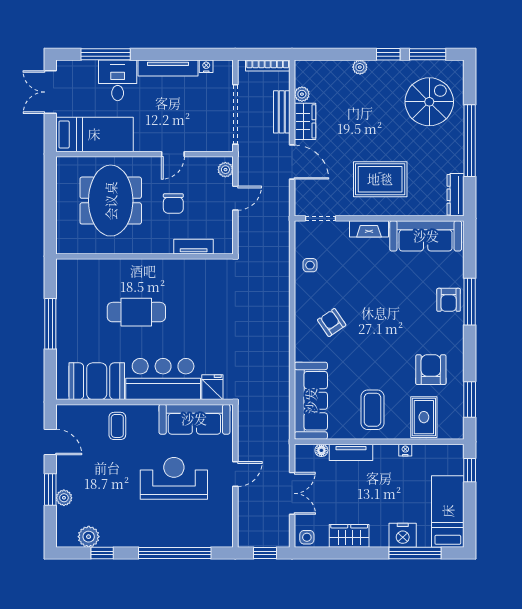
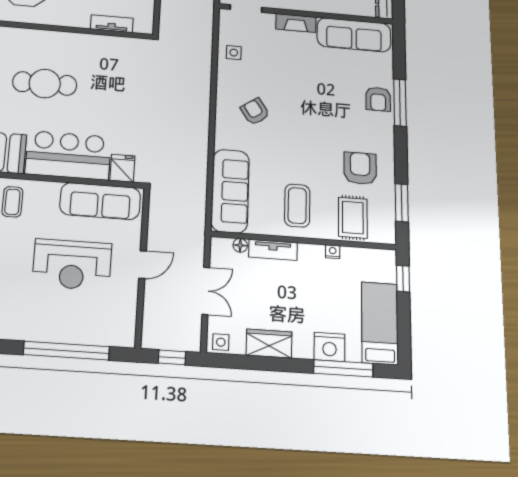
reception desk: (174, 478) -> (72, 264), turned 180

